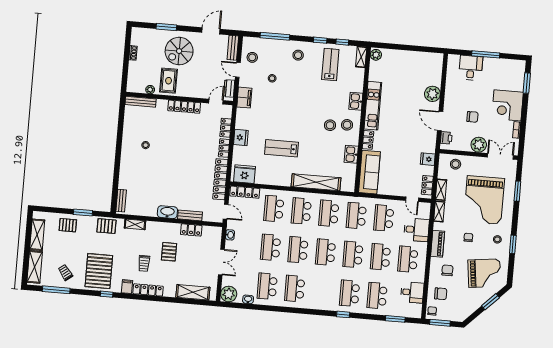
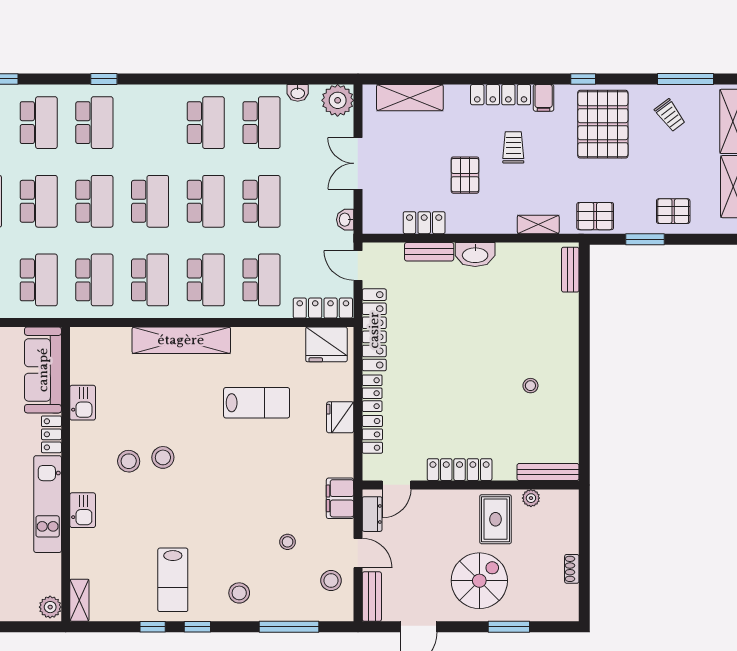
plant: (376, 55) -> (50, 607), moved
shelving: (361, 57) -> (79, 600), moved
kitchen sink: (356, 101) -> (83, 510), moved
kitchen unit: (373, 106) -> (48, 504), moved
wall: (363, 120) -> (66, 474), moved
locker: (368, 140) -> (51, 434), moved
kitchen sink: (351, 154) -> (83, 403), moved
sofa: (369, 172) -> (43, 370), moved

